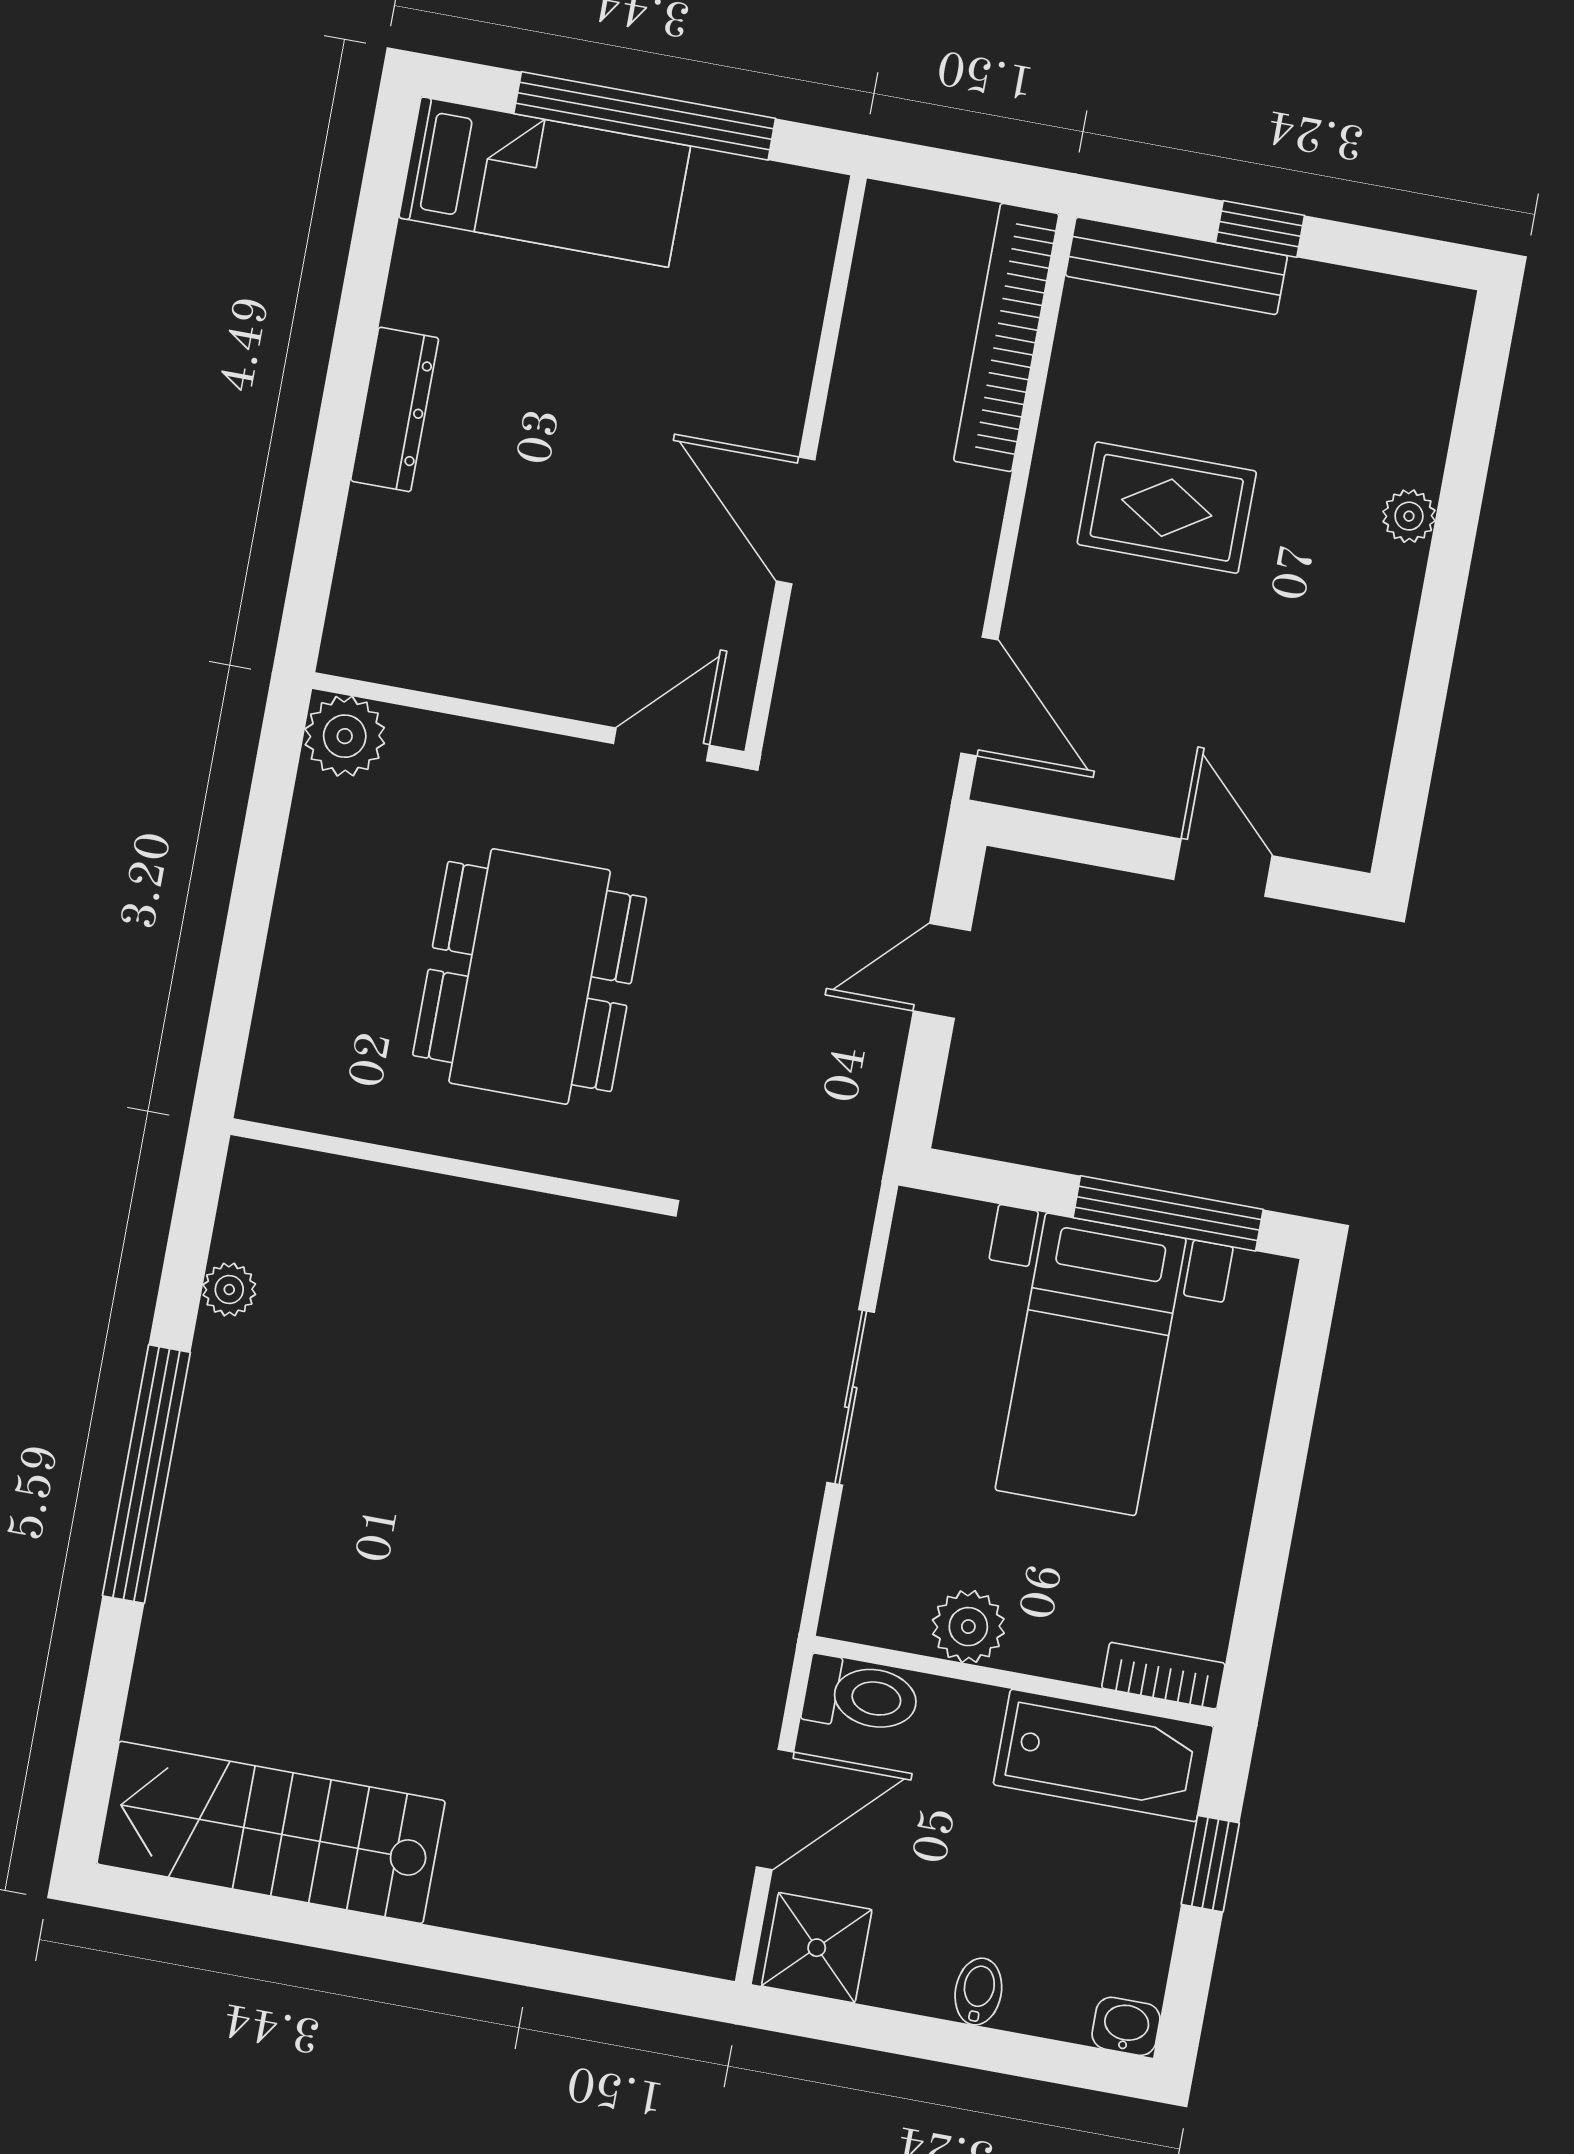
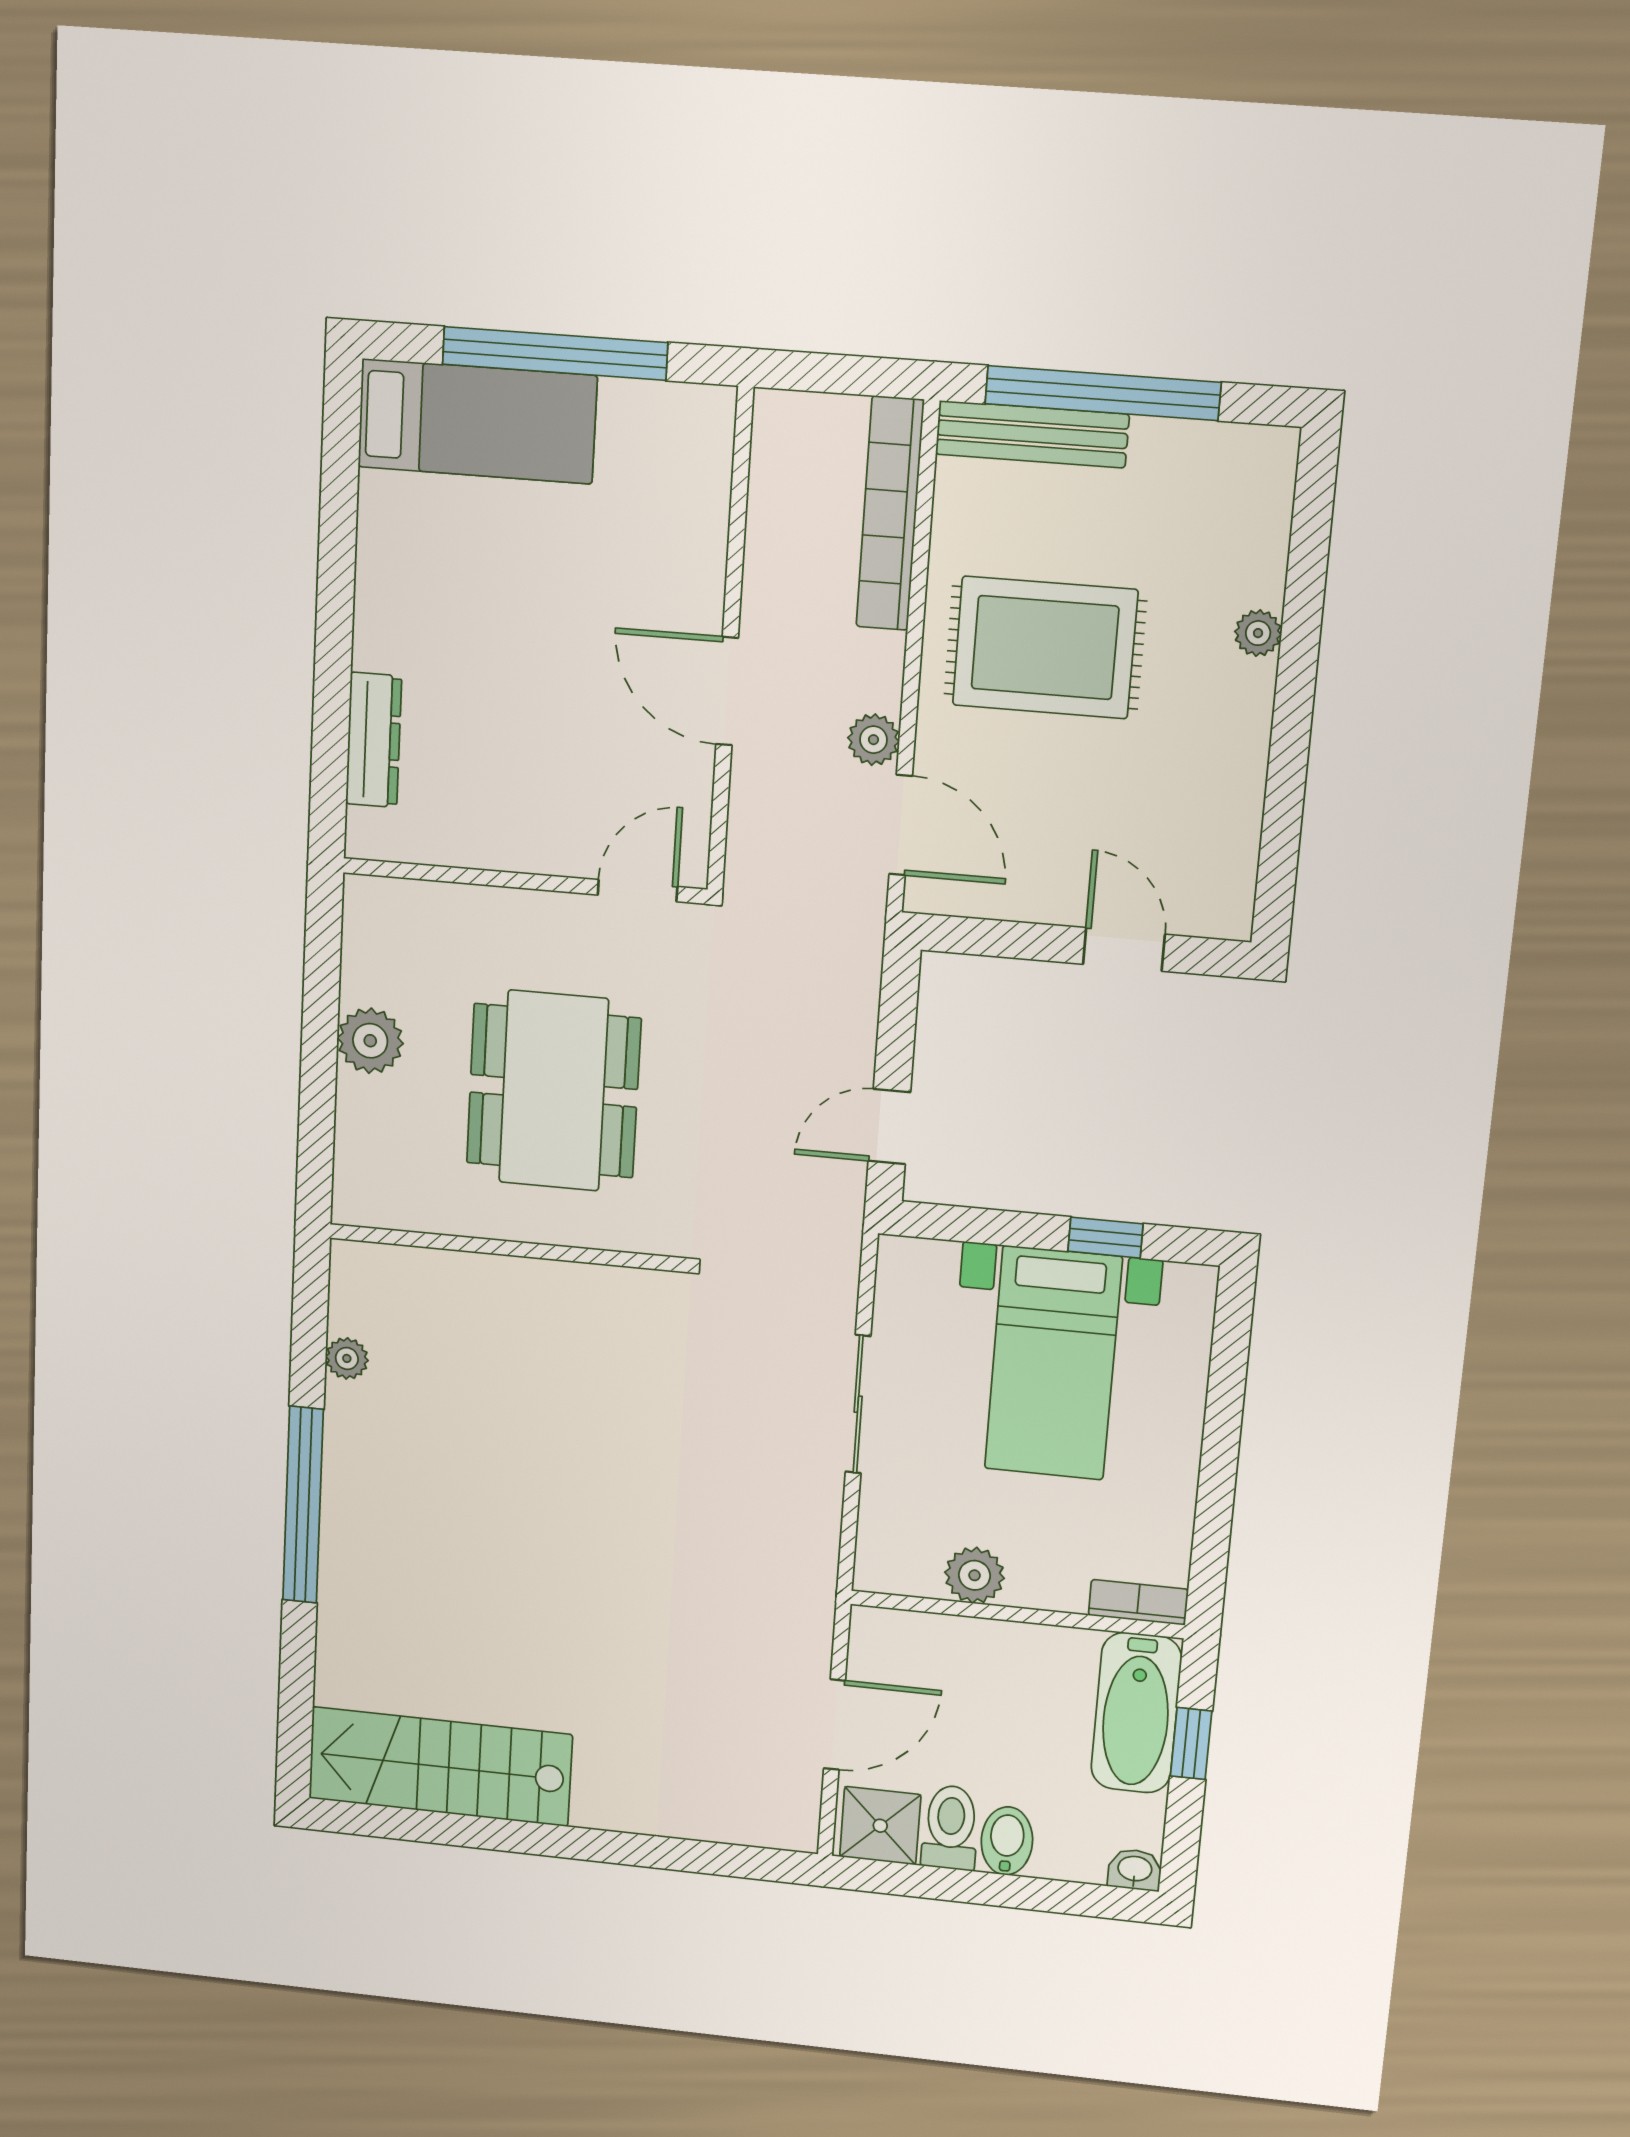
window: (1260, 229) -> (1103, 393), width x3.17
dresser: (395, 409) -> (374, 740), moved
rug: (1167, 508) -> (1045, 648), width x1.36, depth x1.43
plant: (959, 594) -> (873, 740), added
plant: (345, 736) -> (370, 1041), moved
door: (942, 971) -> (889, 1127), moved
window: (1168, 1213) -> (1105, 1238), width x0.46
toilet: (861, 1696) -> (950, 1828), moved, turned -90
bathtub: (1103, 1755) -> (1136, 1713), moved, turned 90
bidet: (978, 1992) -> (1007, 1841), width x1.38, depth x1.36

